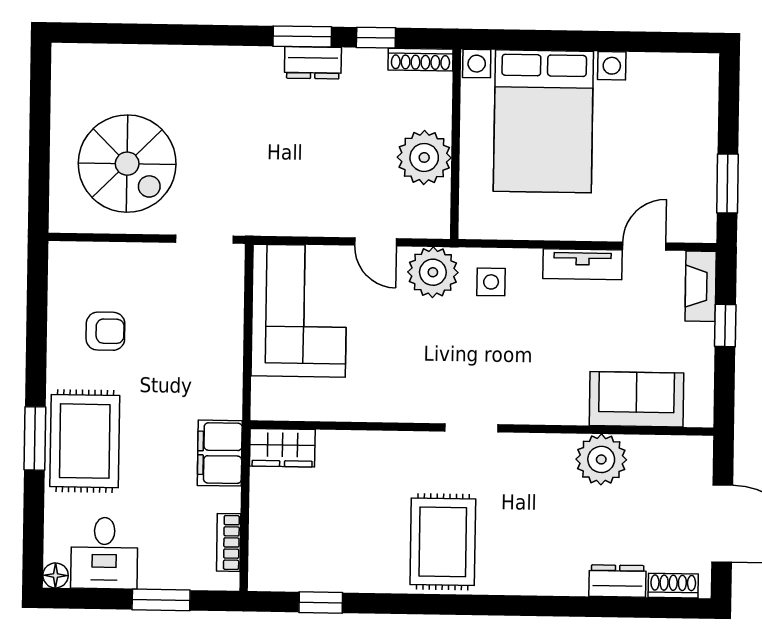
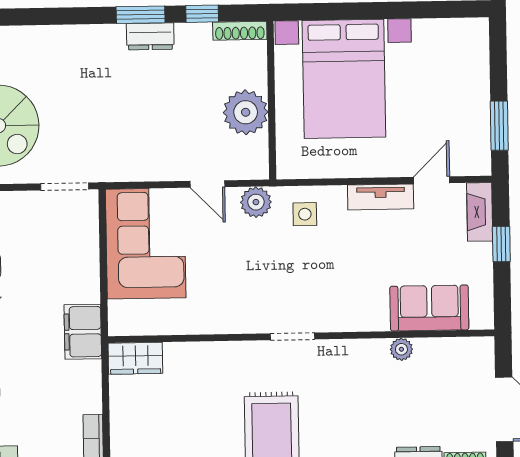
plant: (433, 272) -> (256, 202), width x0.73, depth x0.73
filing cabinet: (220, 453) -> (83, 332), moved
plant: (601, 459) -> (401, 349), width x0.53, depth x0.53

